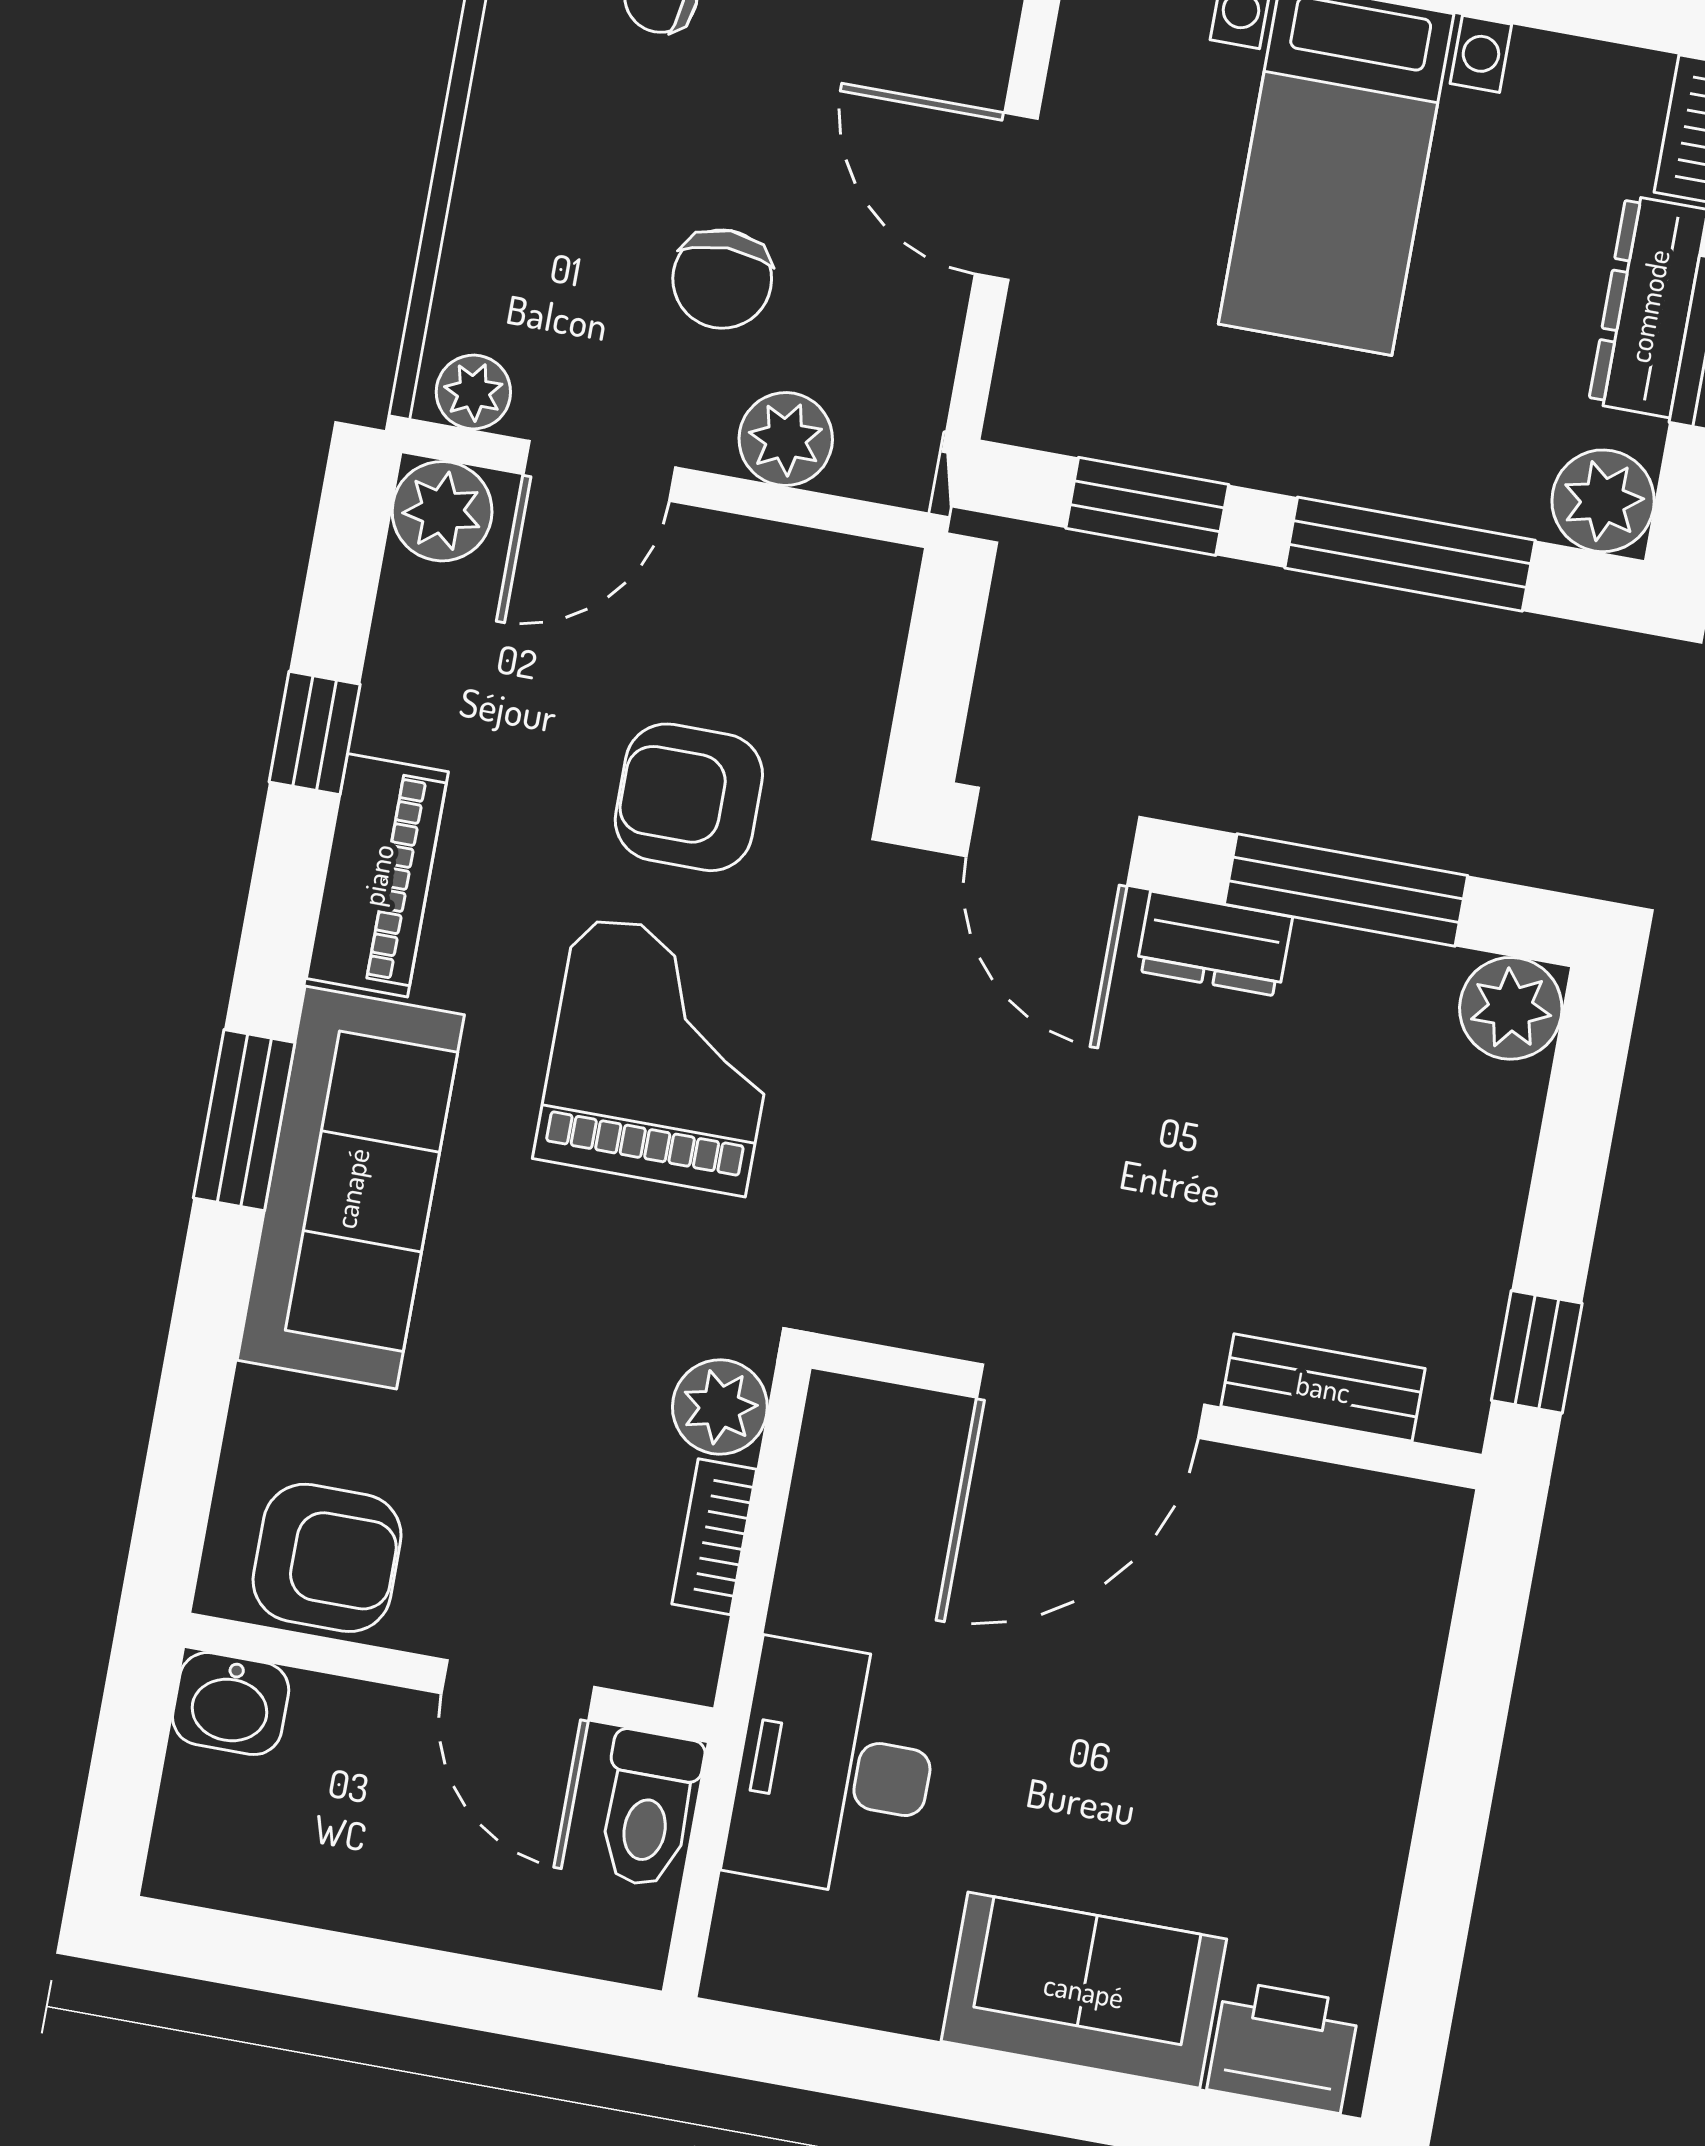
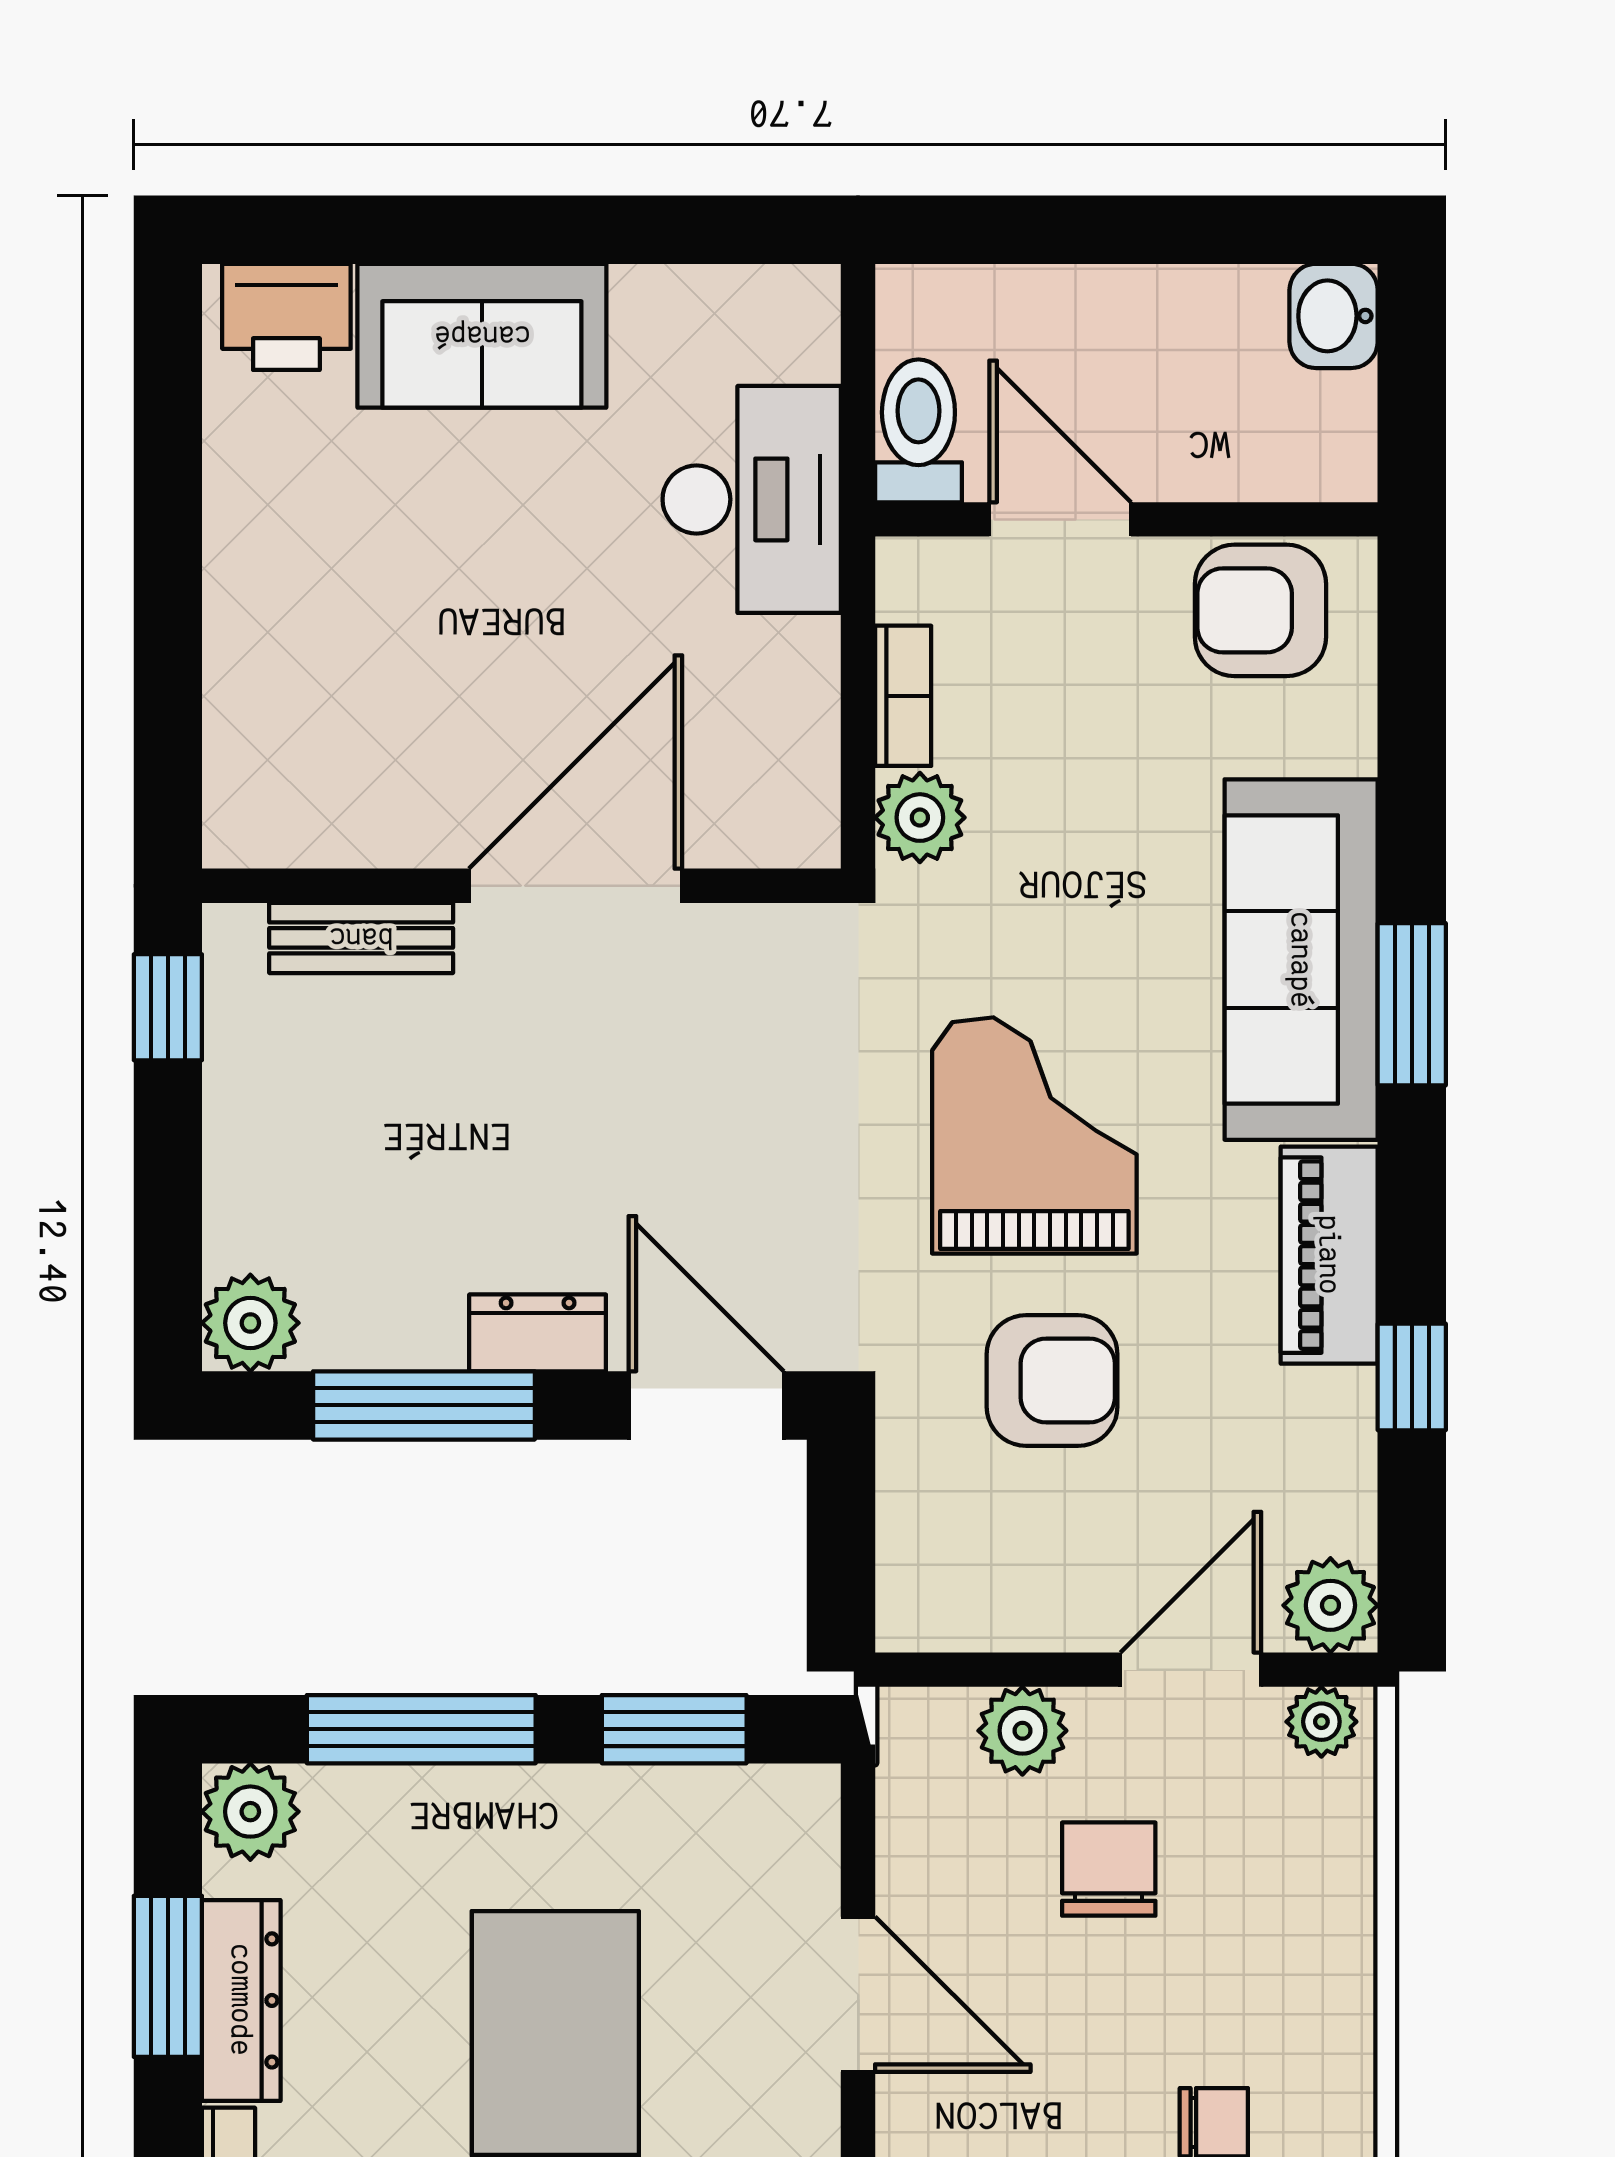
grand piano: (661, 1055) -> (1034, 1135), turned 180
washbasin: (231, 1704) -> (1334, 316), moved, turned -90

